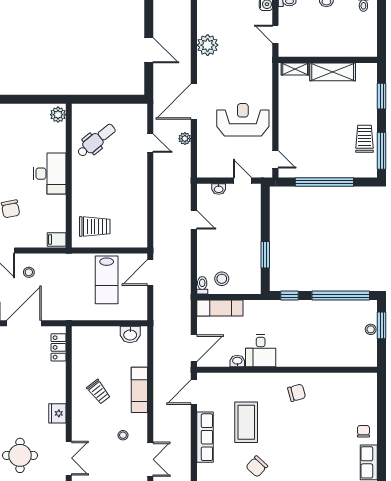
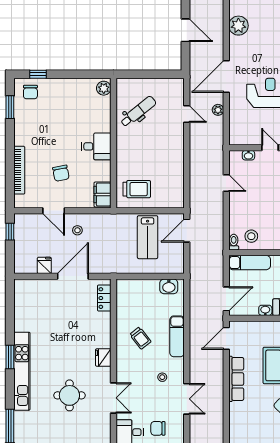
desk: (50, 174) -> (96, 146), width x0.73
filing cabinet: (57, 239) -> (102, 195), width x2.00

